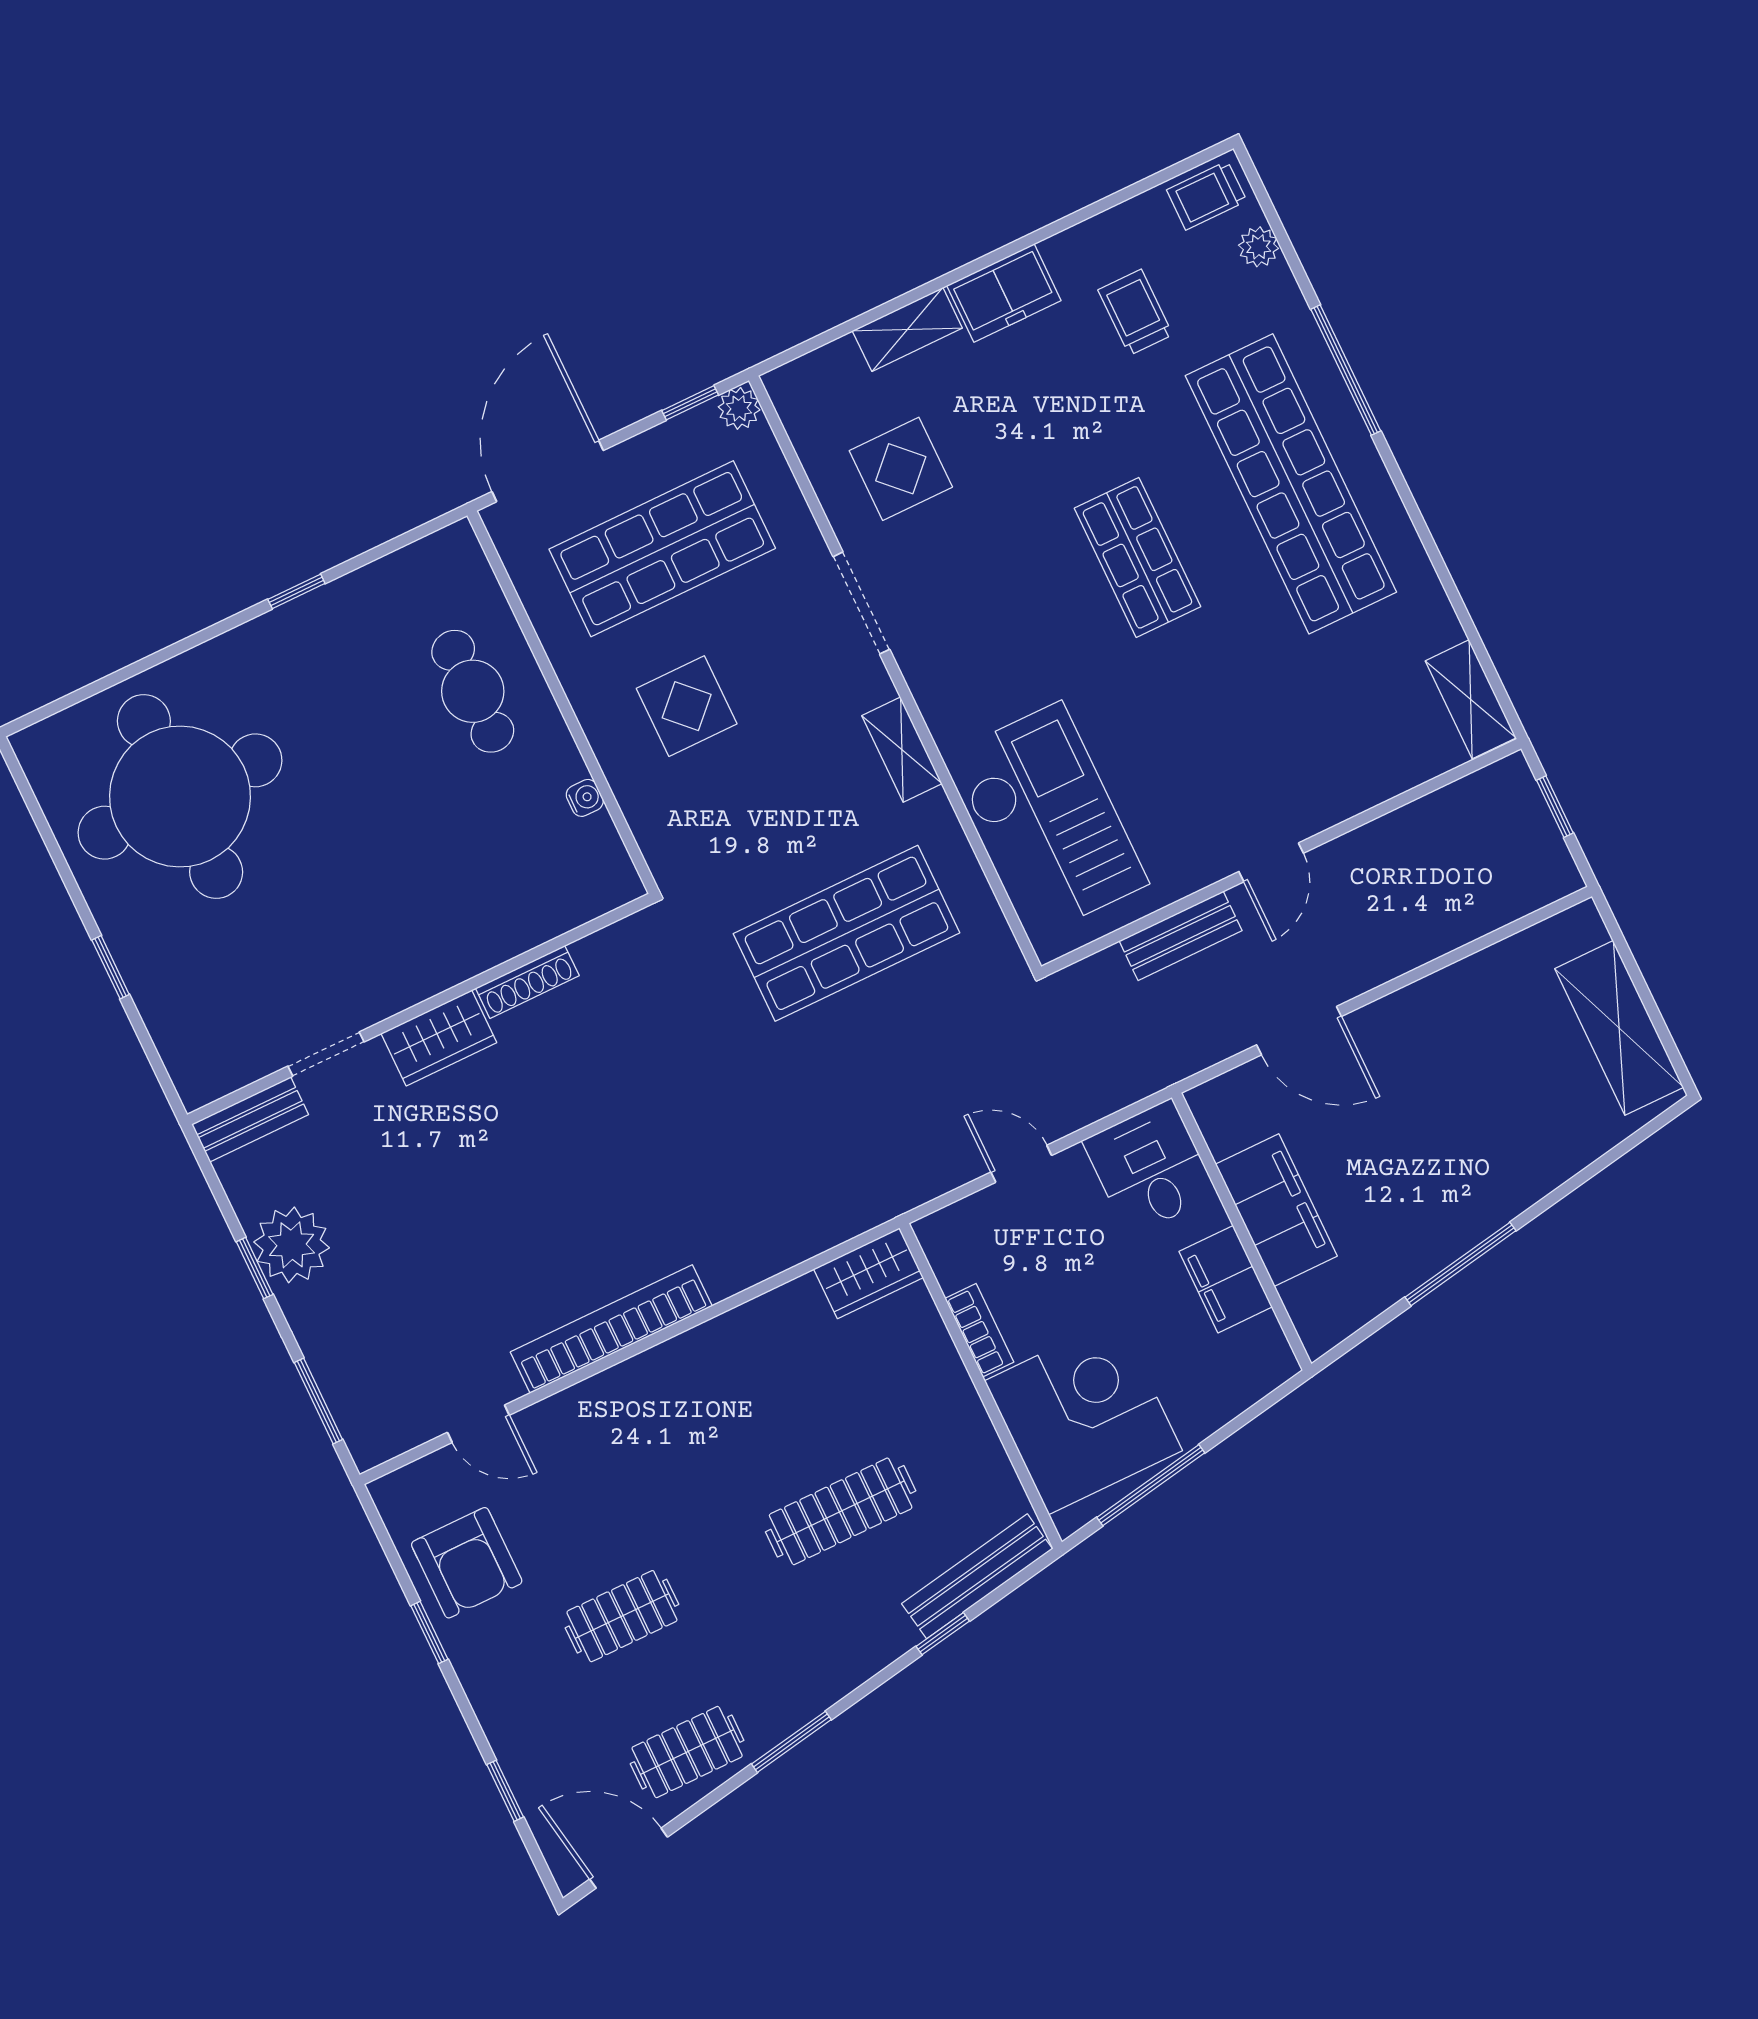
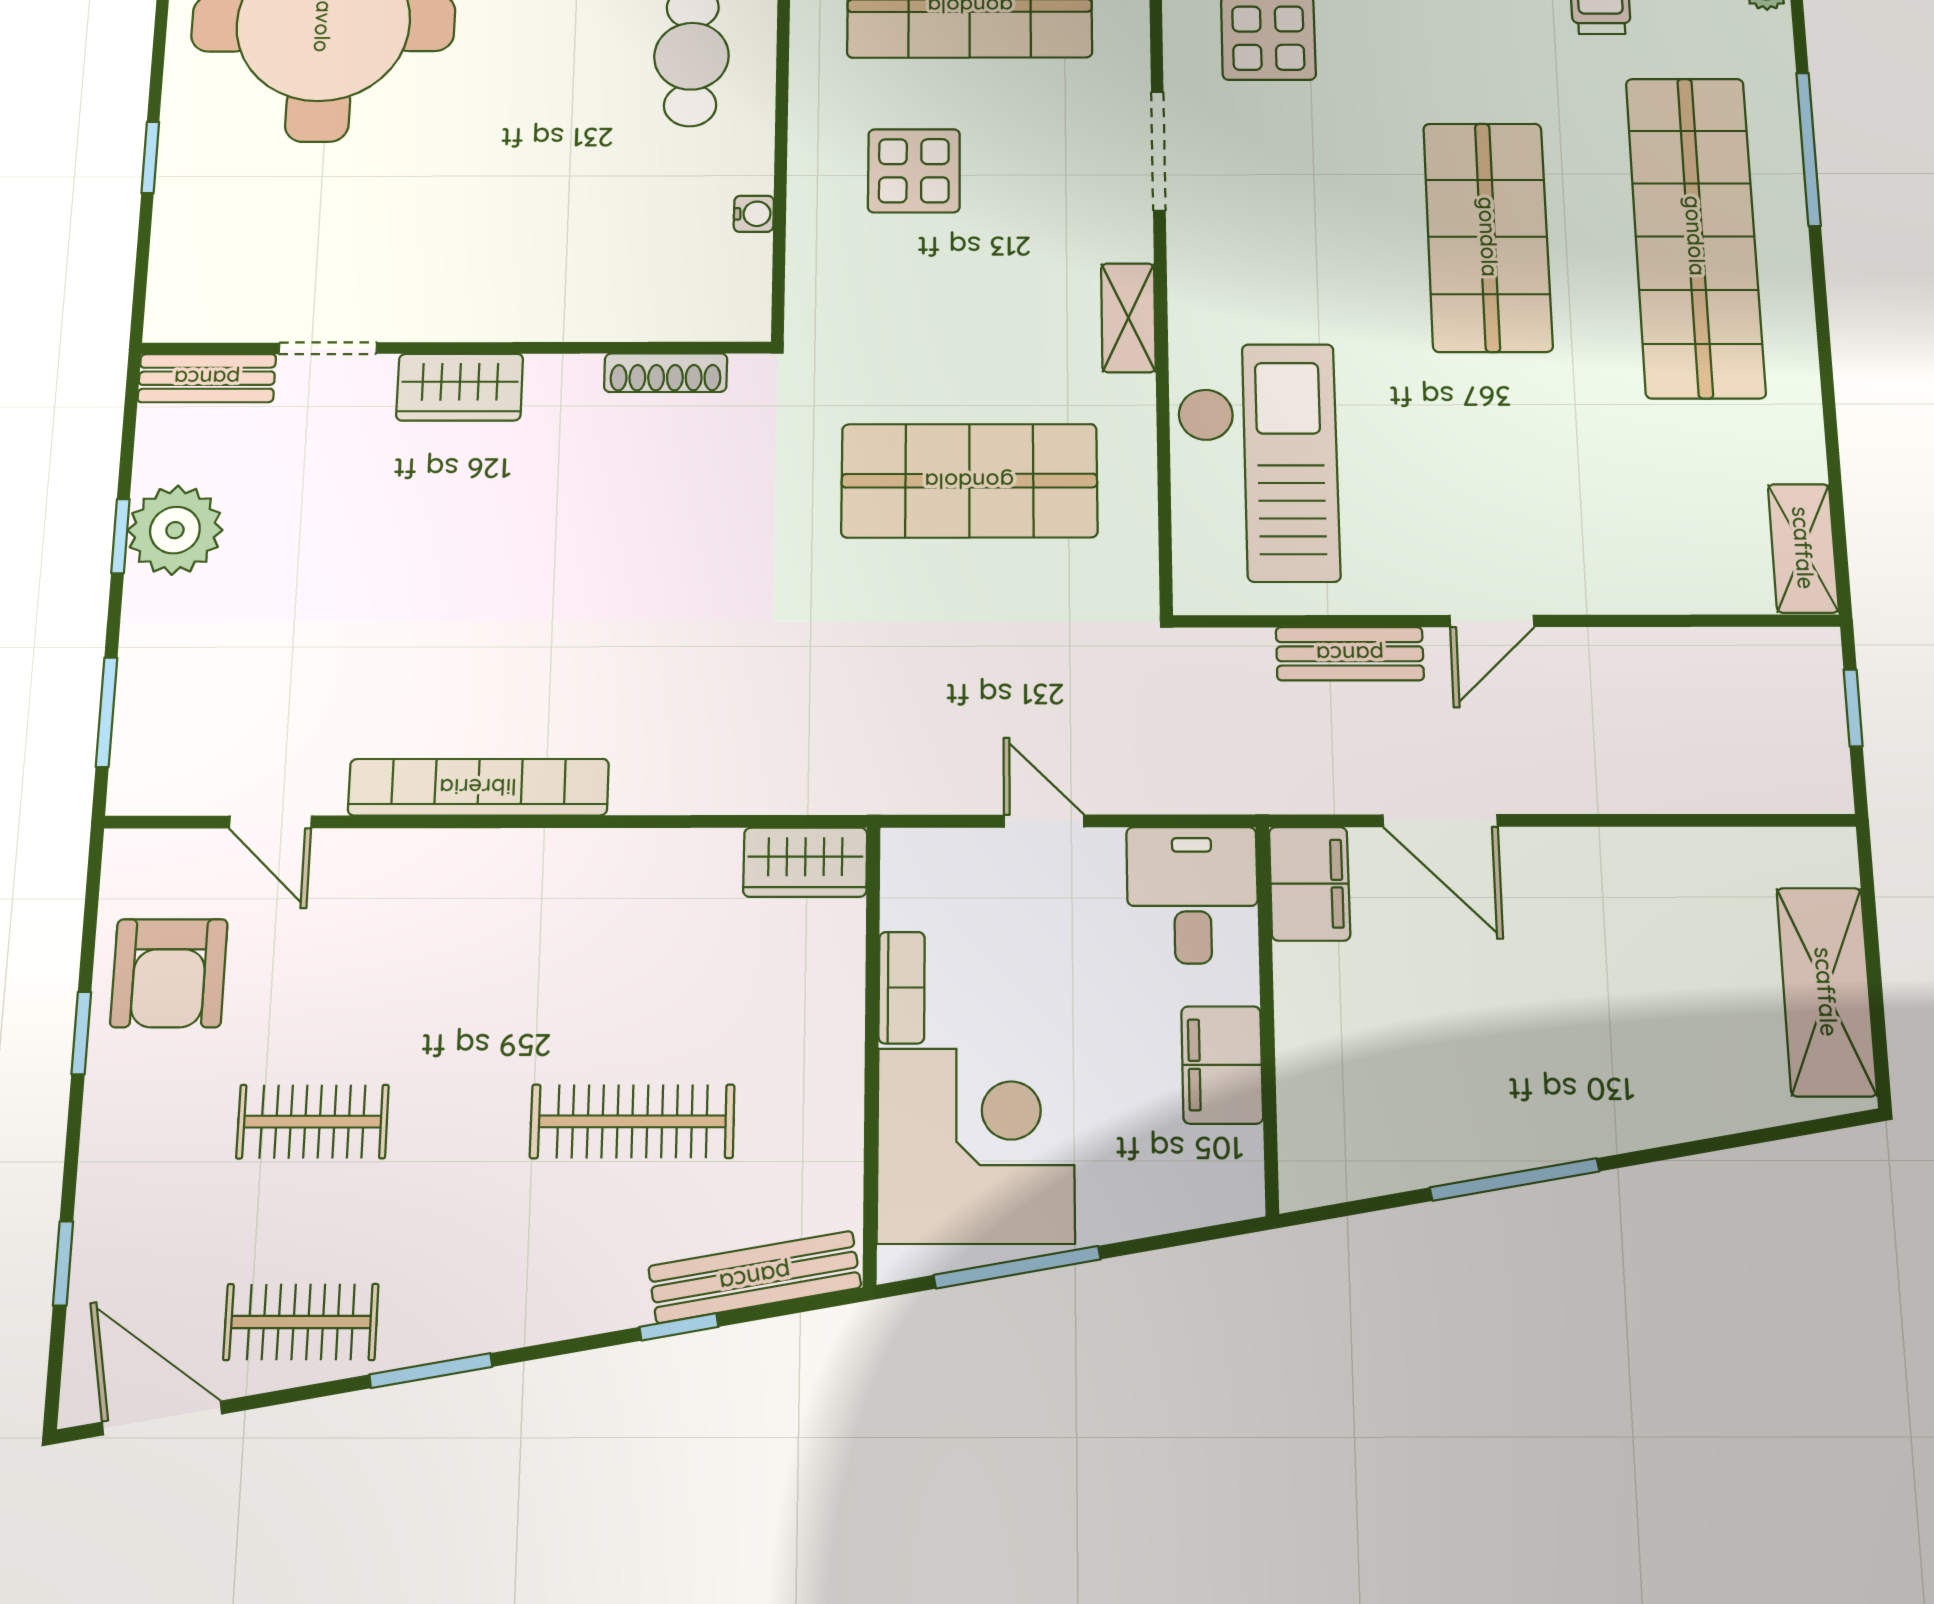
shop shelf: (1137, 557) -> (1488, 237), width x1.43, depth x1.36
shoe rack: (527, 982) -> (666, 373), moved
filing cabinet: (1276, 1210) -> (1310, 884), moved, width x0.67, depth x0.86

